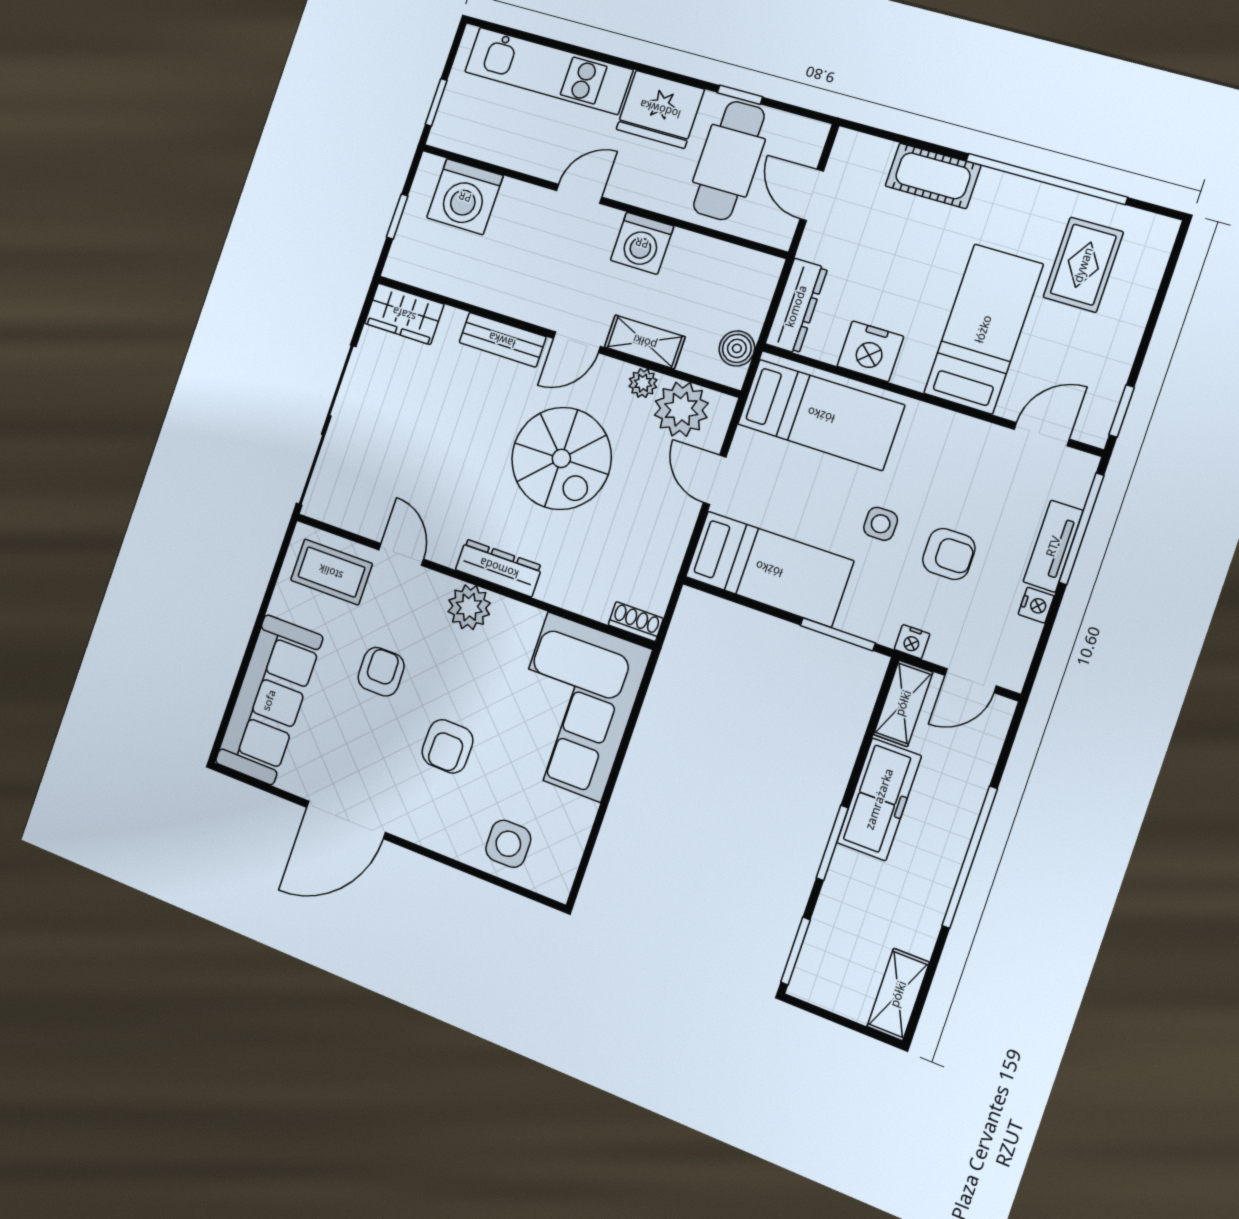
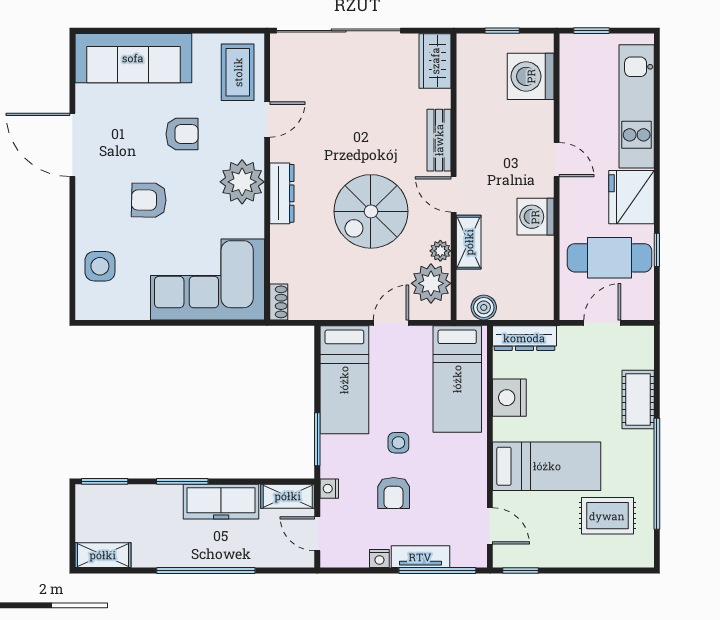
plant: (469, 607) -> (242, 182), width x1.36, depth x1.36

